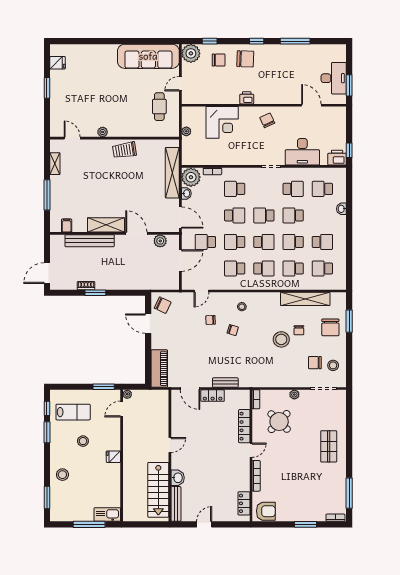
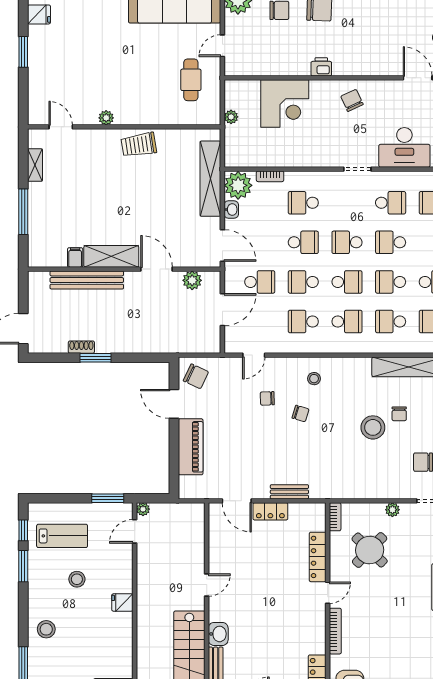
filing cabinet: (67, 226) -> (75, 257), moved
school desk: (205, 242) -> (260, 282), turned 180
piano: (159, 369) -> (191, 447), moved

